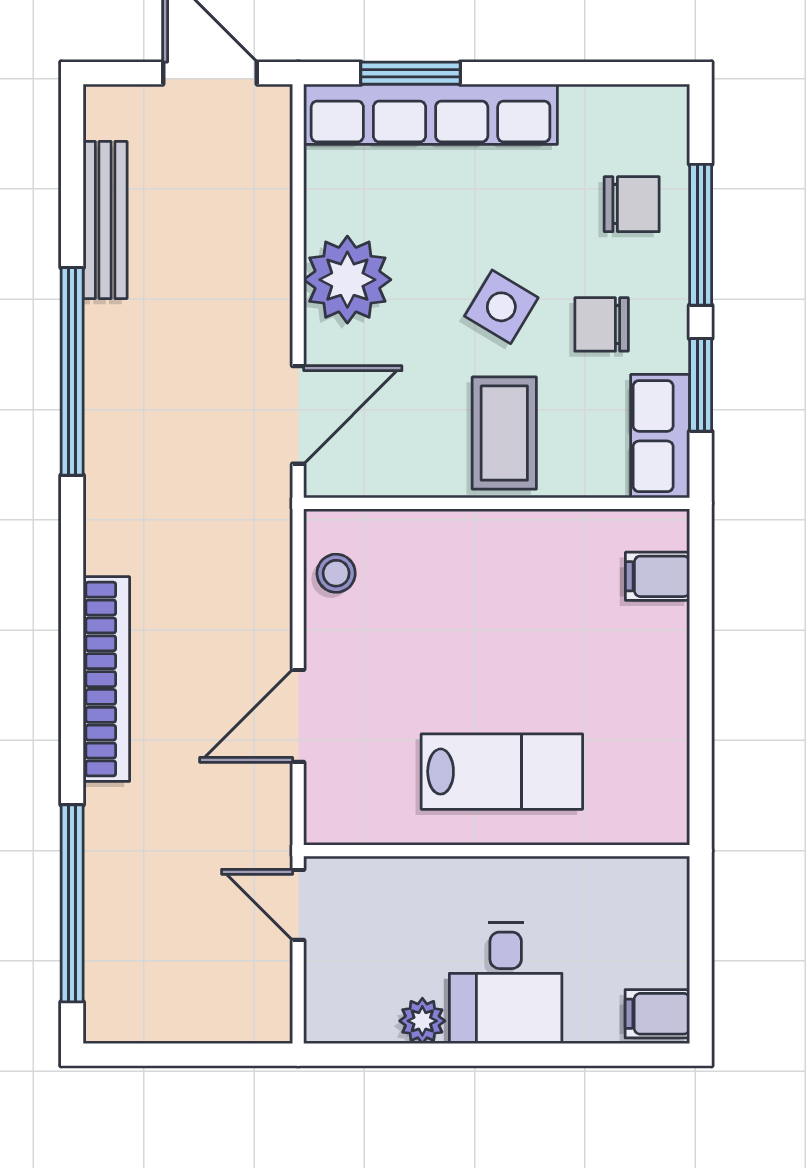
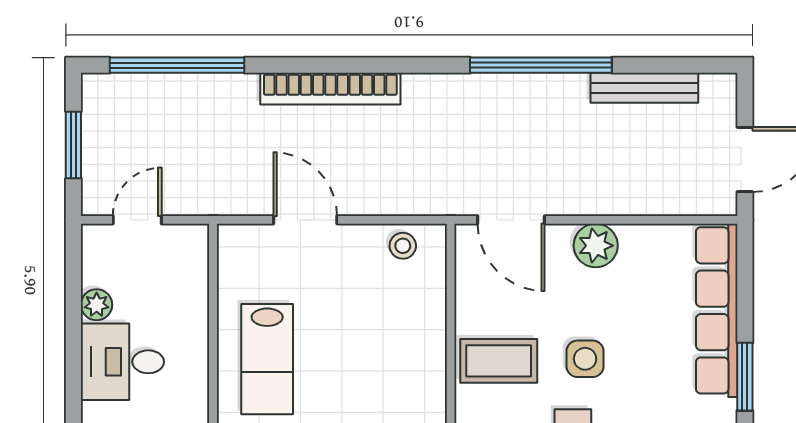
window: (410, 73) -> (745, 377), moved
plant: (347, 280) -> (596, 246), width x0.73, depth x0.73
side table: (501, 307) -> (585, 359), turned -31
door: (298, 905) -> (137, 220), moved
window: (189, 1055) -> (73, 145), added

